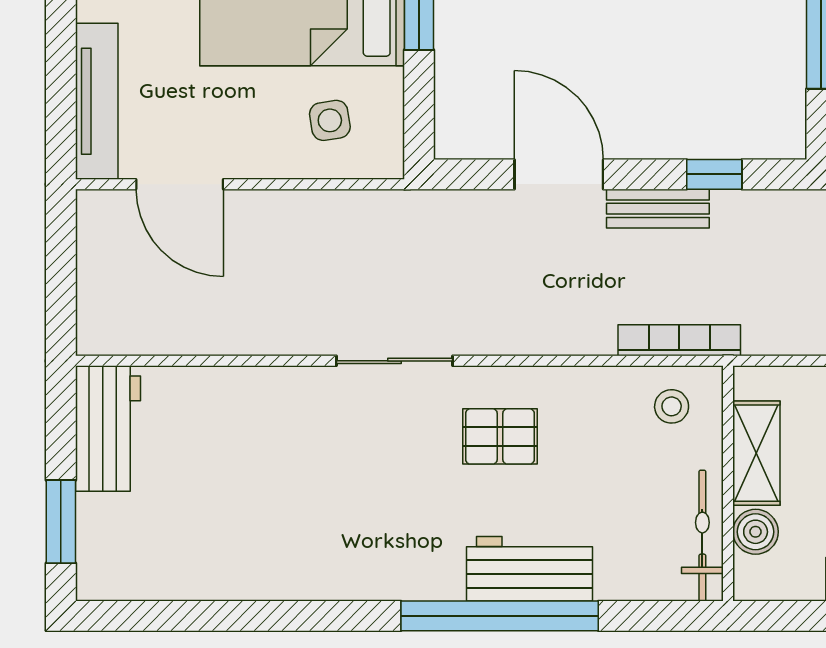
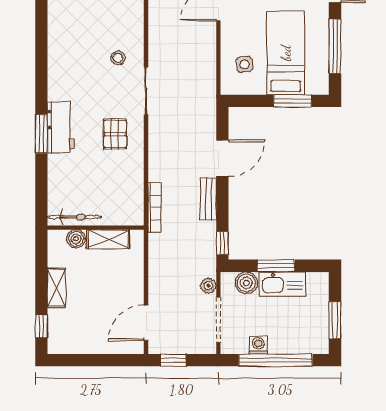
window: (714, 174) -> (222, 243), moved
stool: (672, 406) -> (118, 58), moved
workbench: (529, 569) -> (61, 127), moved
window: (500, 616) -> (41, 134), width x0.47

